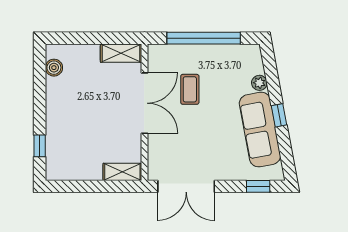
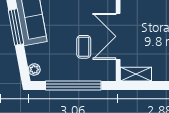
plant: (259, 83) -> (34, 69), moved
window: (279, 115) -> (16, 27), width x2.17

